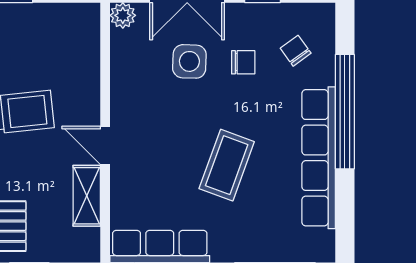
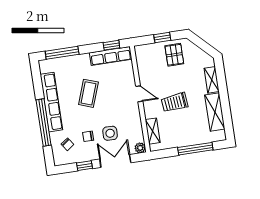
shelving: (87, 196) -> (153, 131), moved

